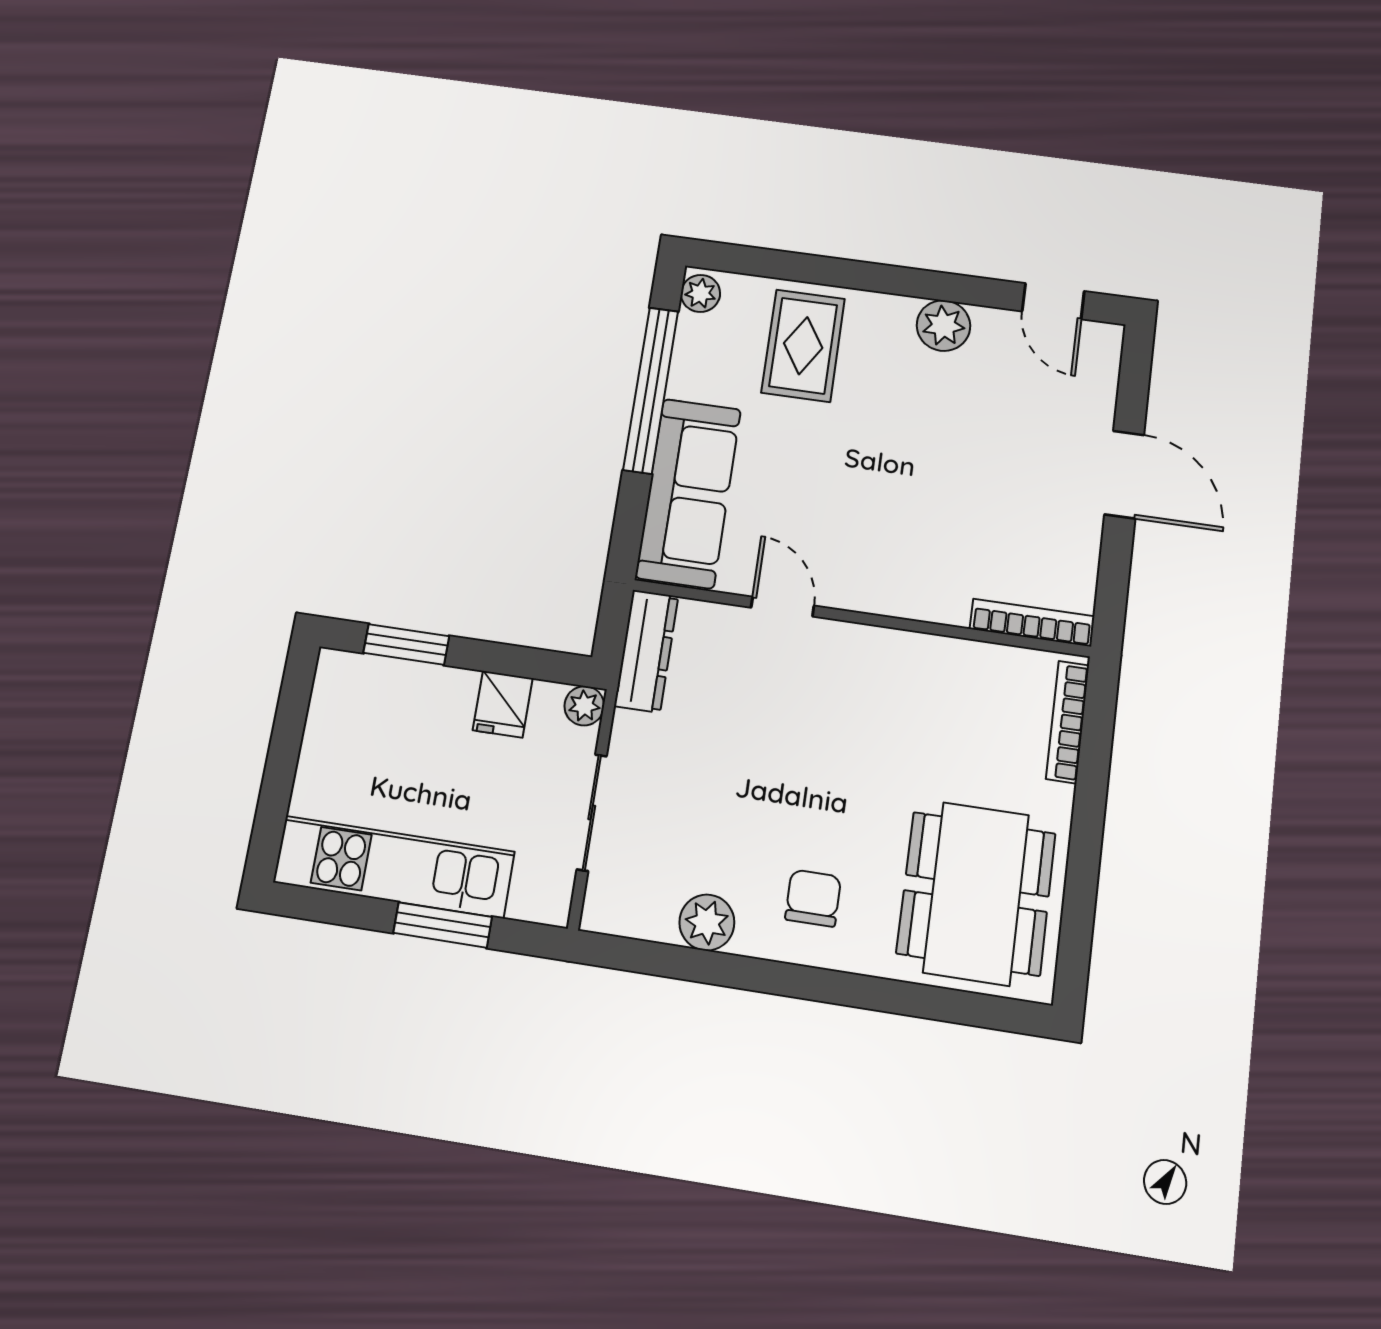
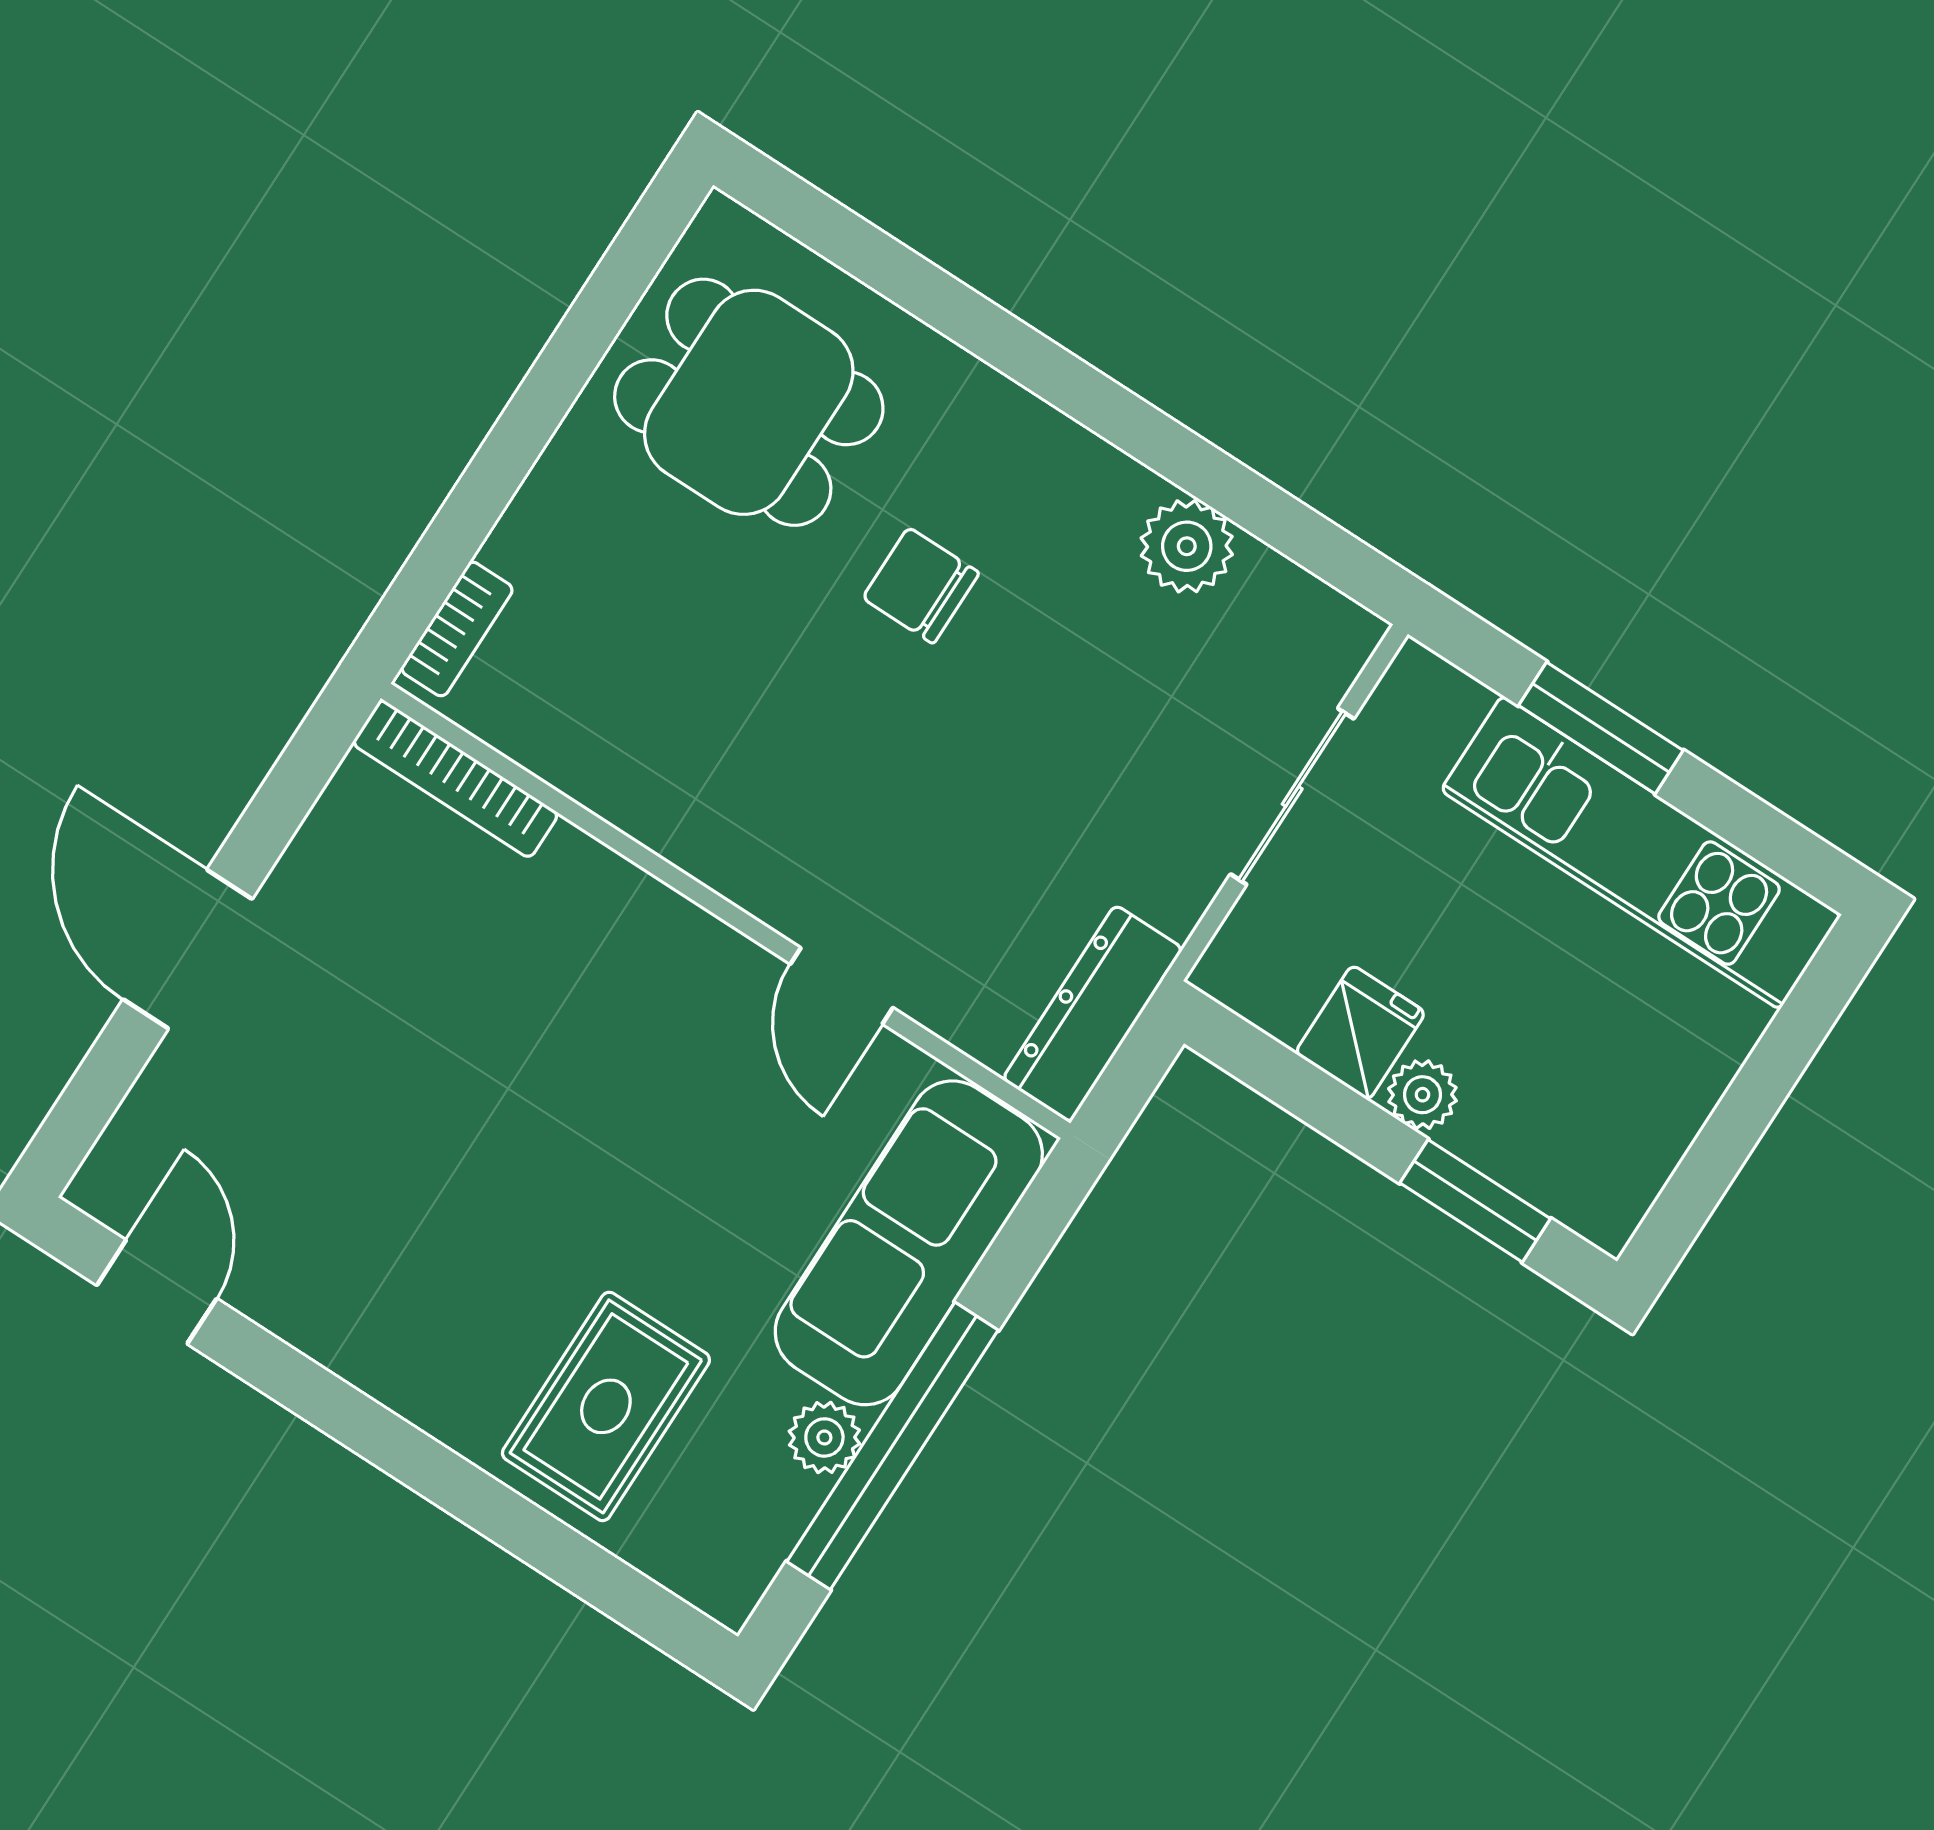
plant: (700, 293) -> (824, 1437), moved
plant: (943, 326) -> (358, 1334), removed
plant: (584, 706) -> (1422, 1095), moved
bookcase: (1068, 722) -> (457, 629), width x0.64
dining table: (976, 893) -> (749, 402), width x0.73
chair: (813, 898) -> (921, 585), moved, turned 90

